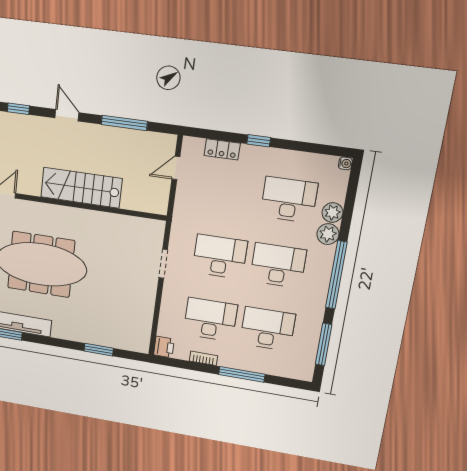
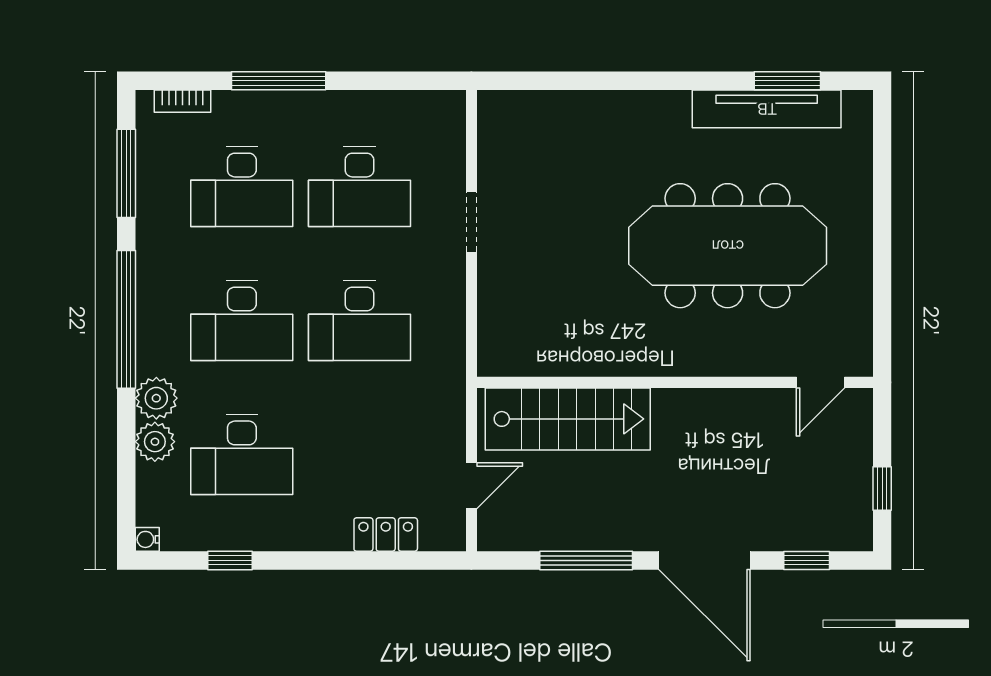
door: (67, 115) -> (704, 560), width x1.87
window: (259, 141) -> (230, 560), moved
stairs: (81, 188) -> (568, 419), moved
doorway: (163, 264) -> (471, 222), moved
printer: (164, 347) -> (447, 111), removed
window: (99, 350) -> (584, 81), removed
bookcase: (203, 358) -> (182, 101), moved

